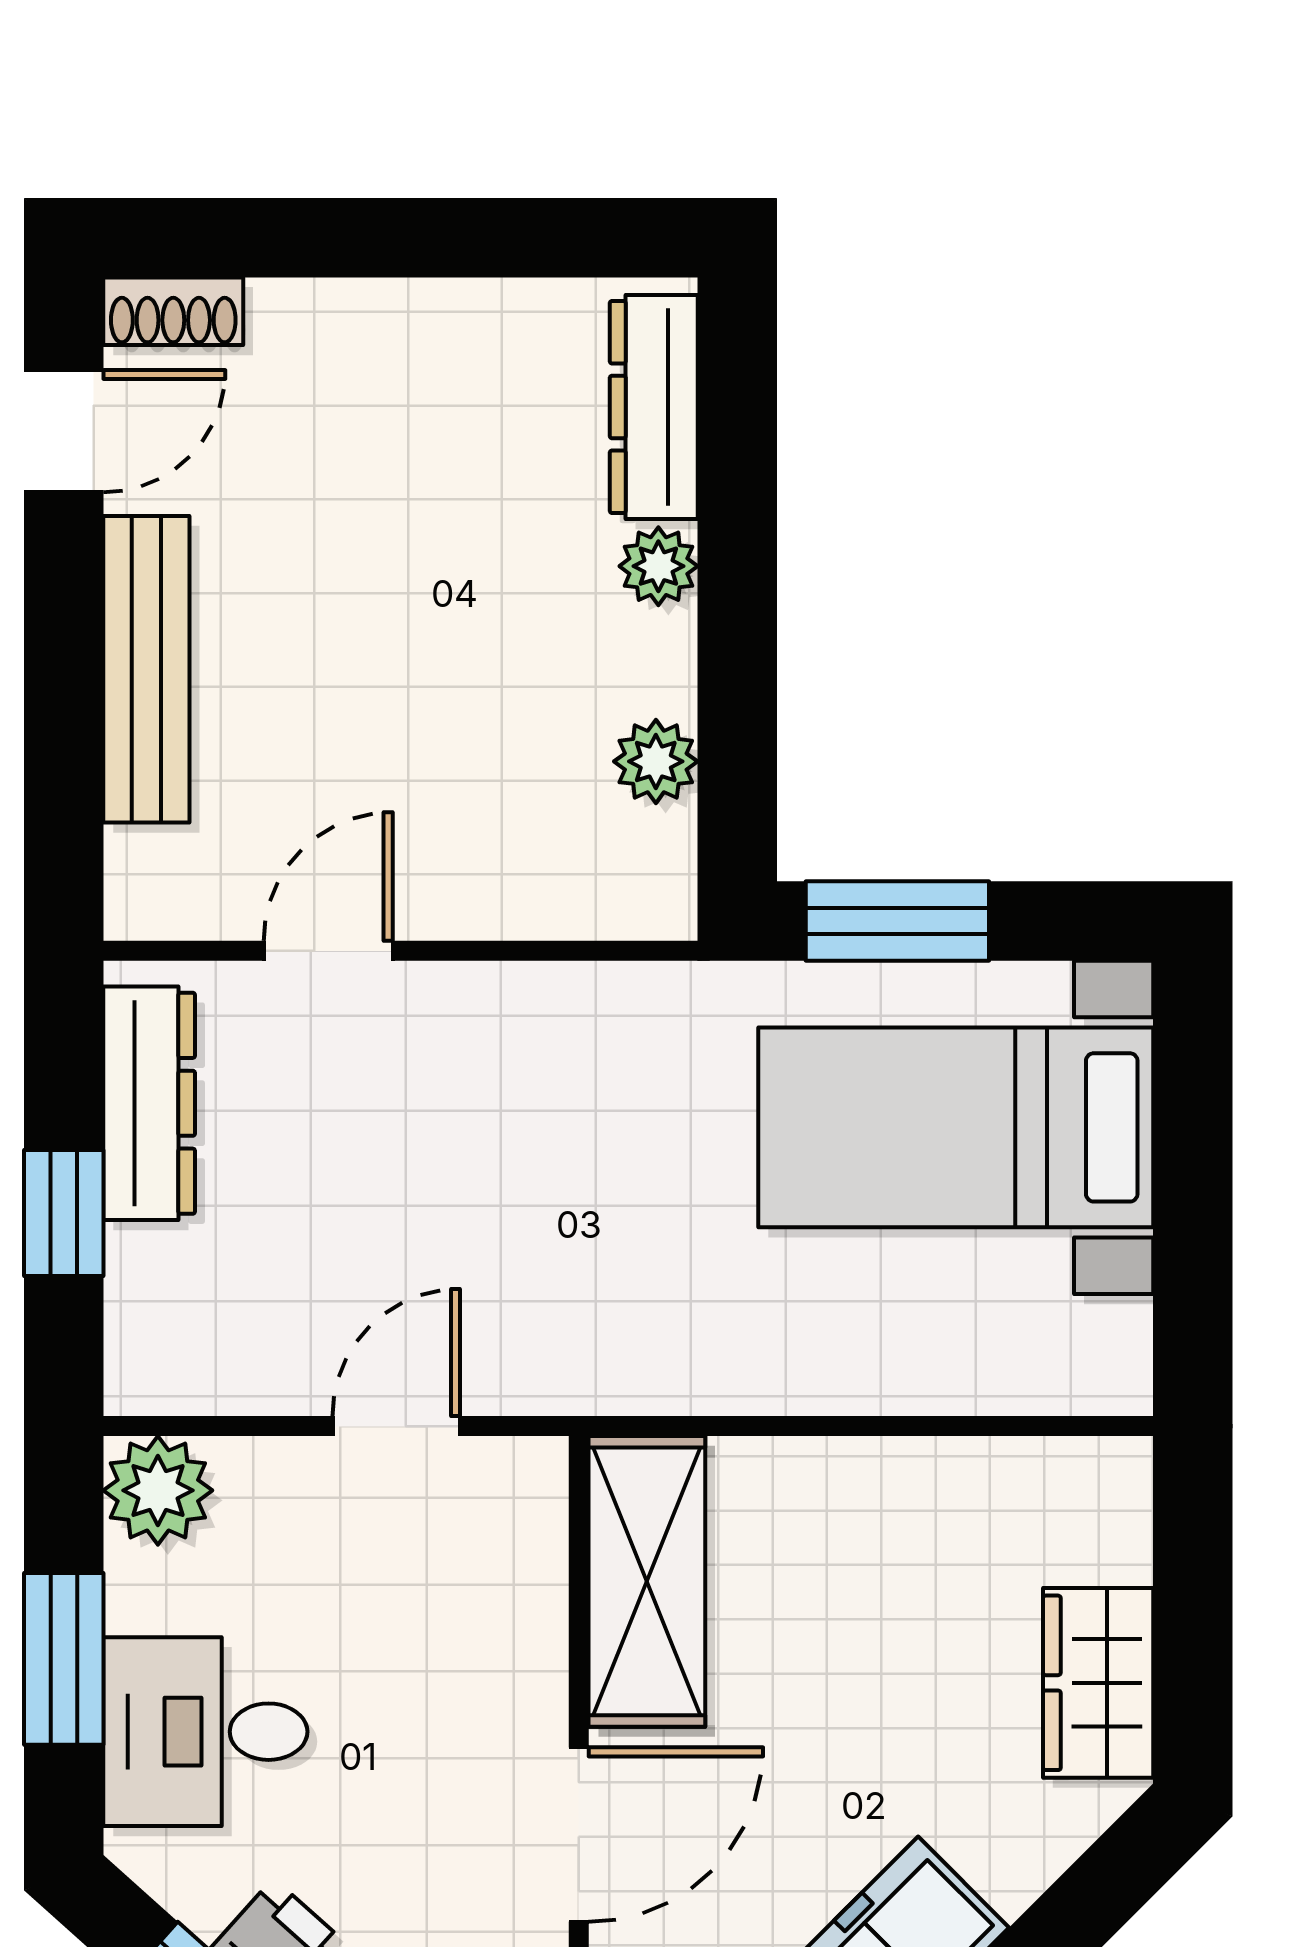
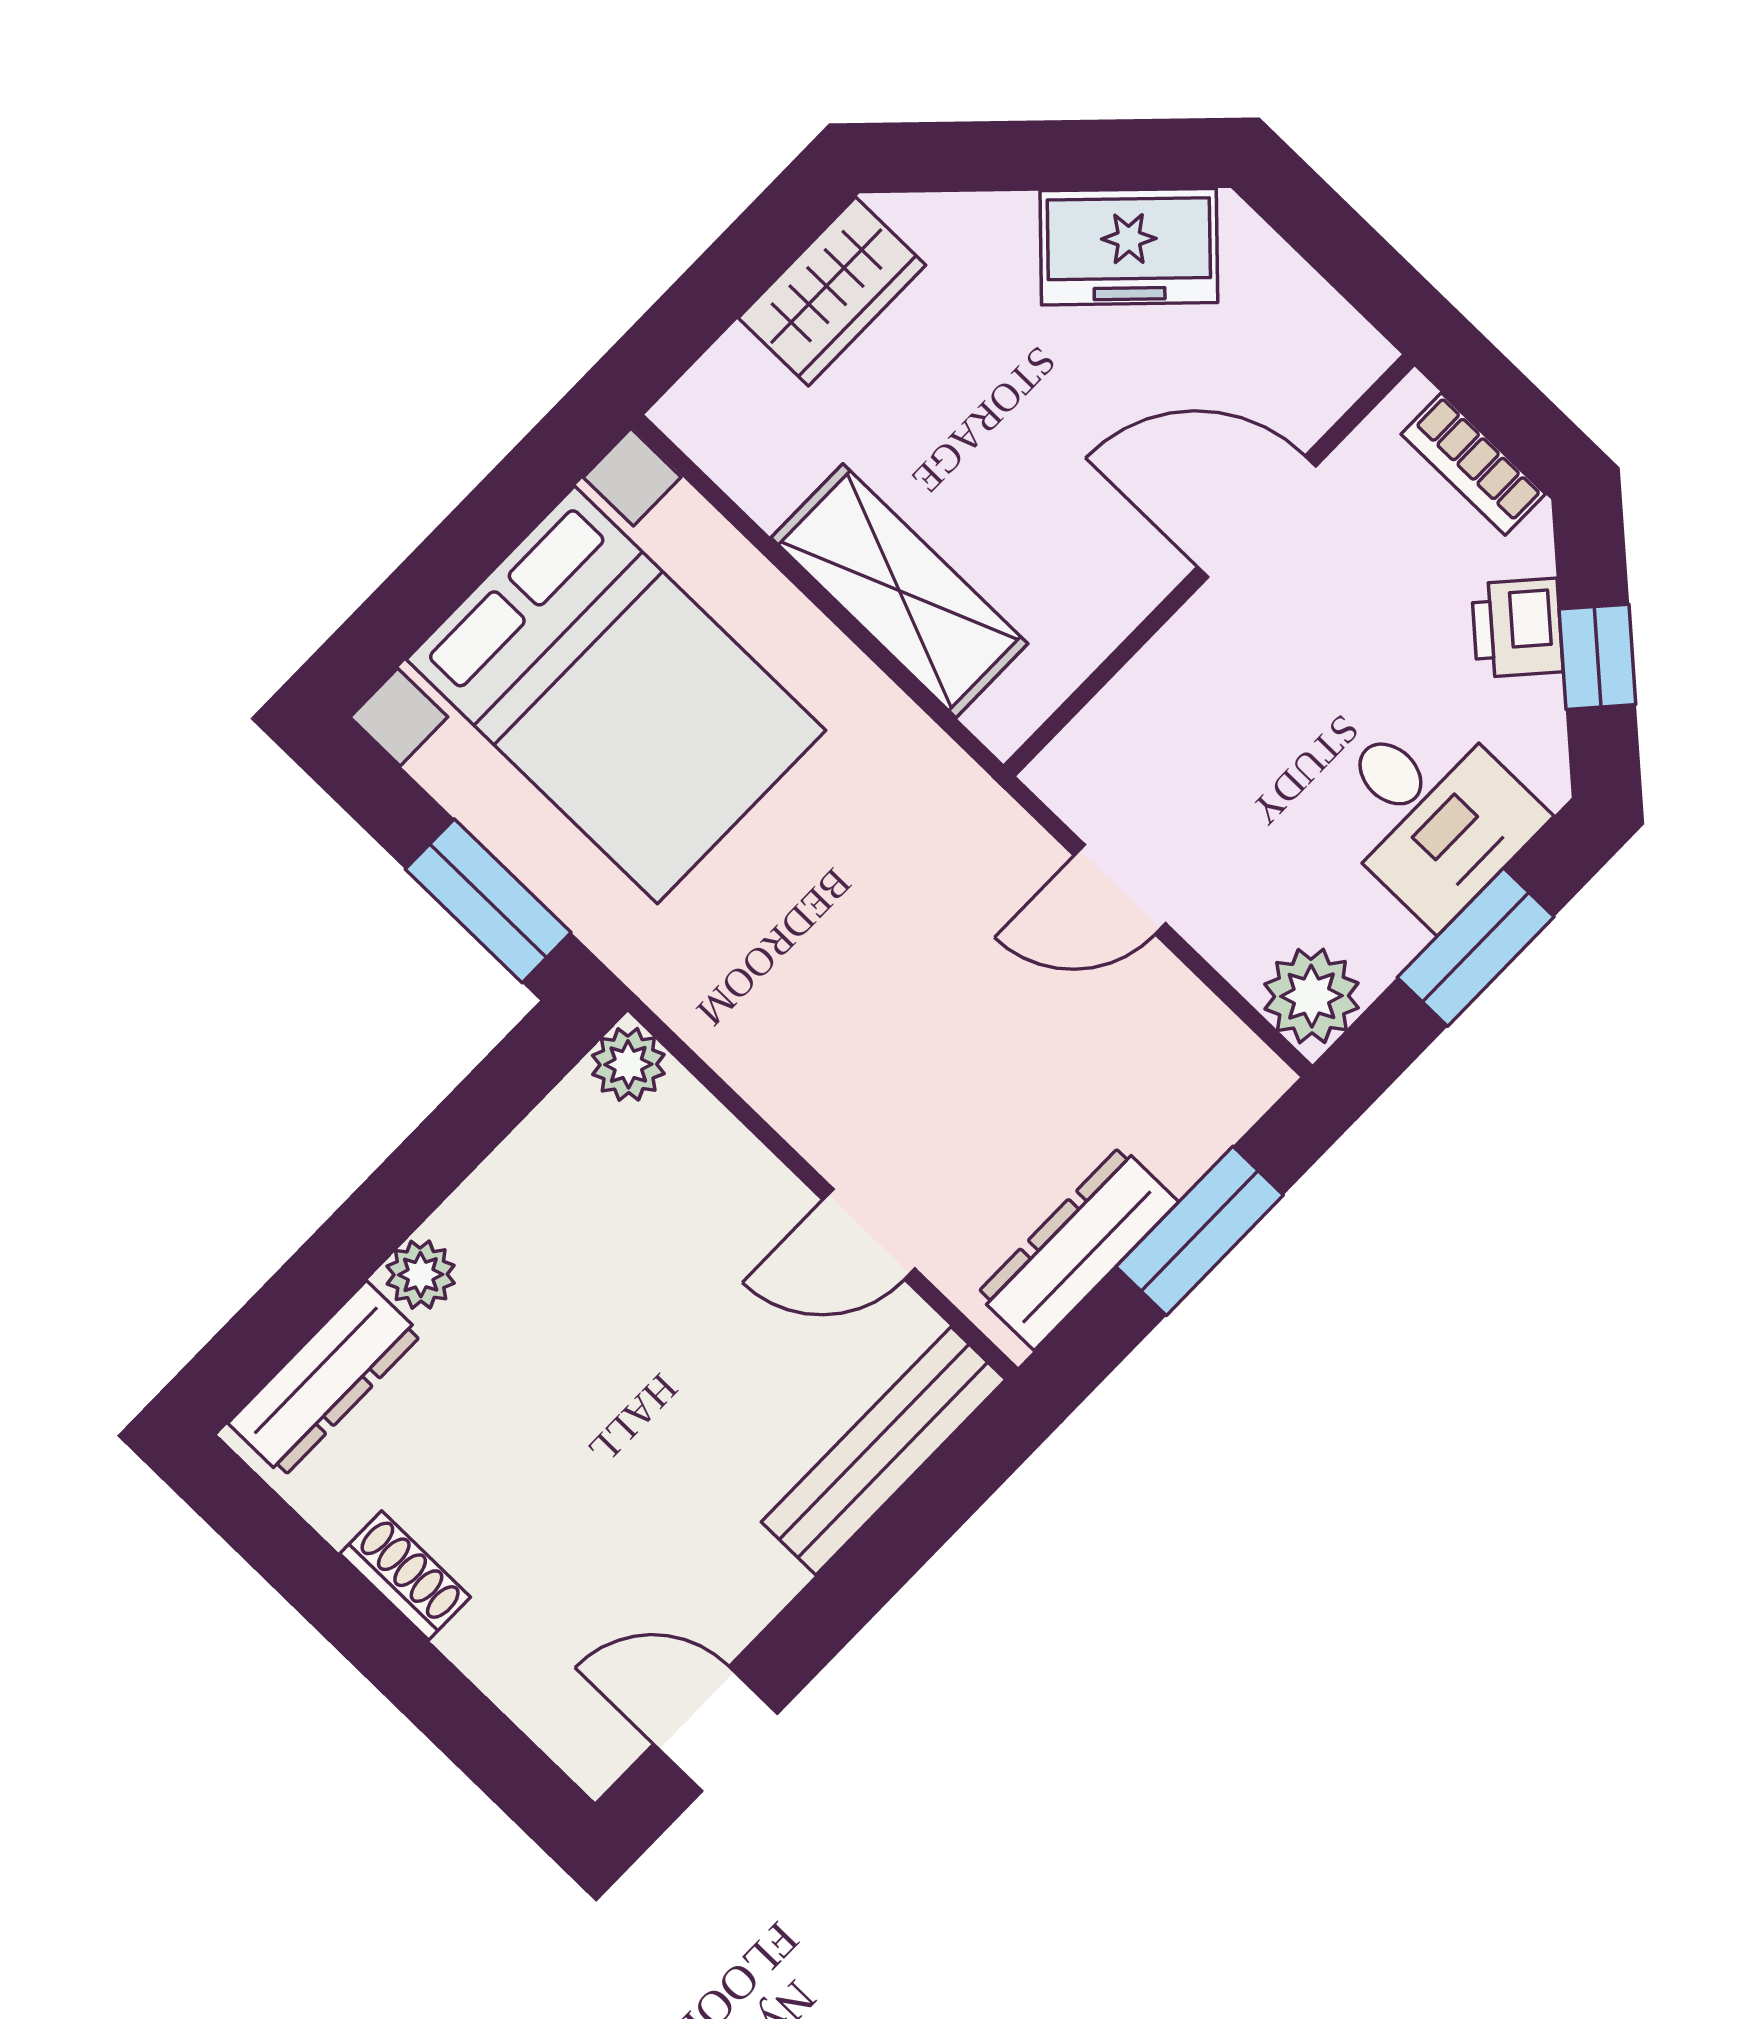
shoe rack: (173, 311) -> (405, 1575), moved
bench: (146, 669) -> (884, 1451), moved
plant: (656, 761) -> (628, 1064), moved
bed with nightstands: (956, 1127) -> (616, 695), width x1.36
window: (64, 1213) -> (1200, 1231), width x1.50
shelving: (647, 1581) -> (899, 591), moved, turned 90

